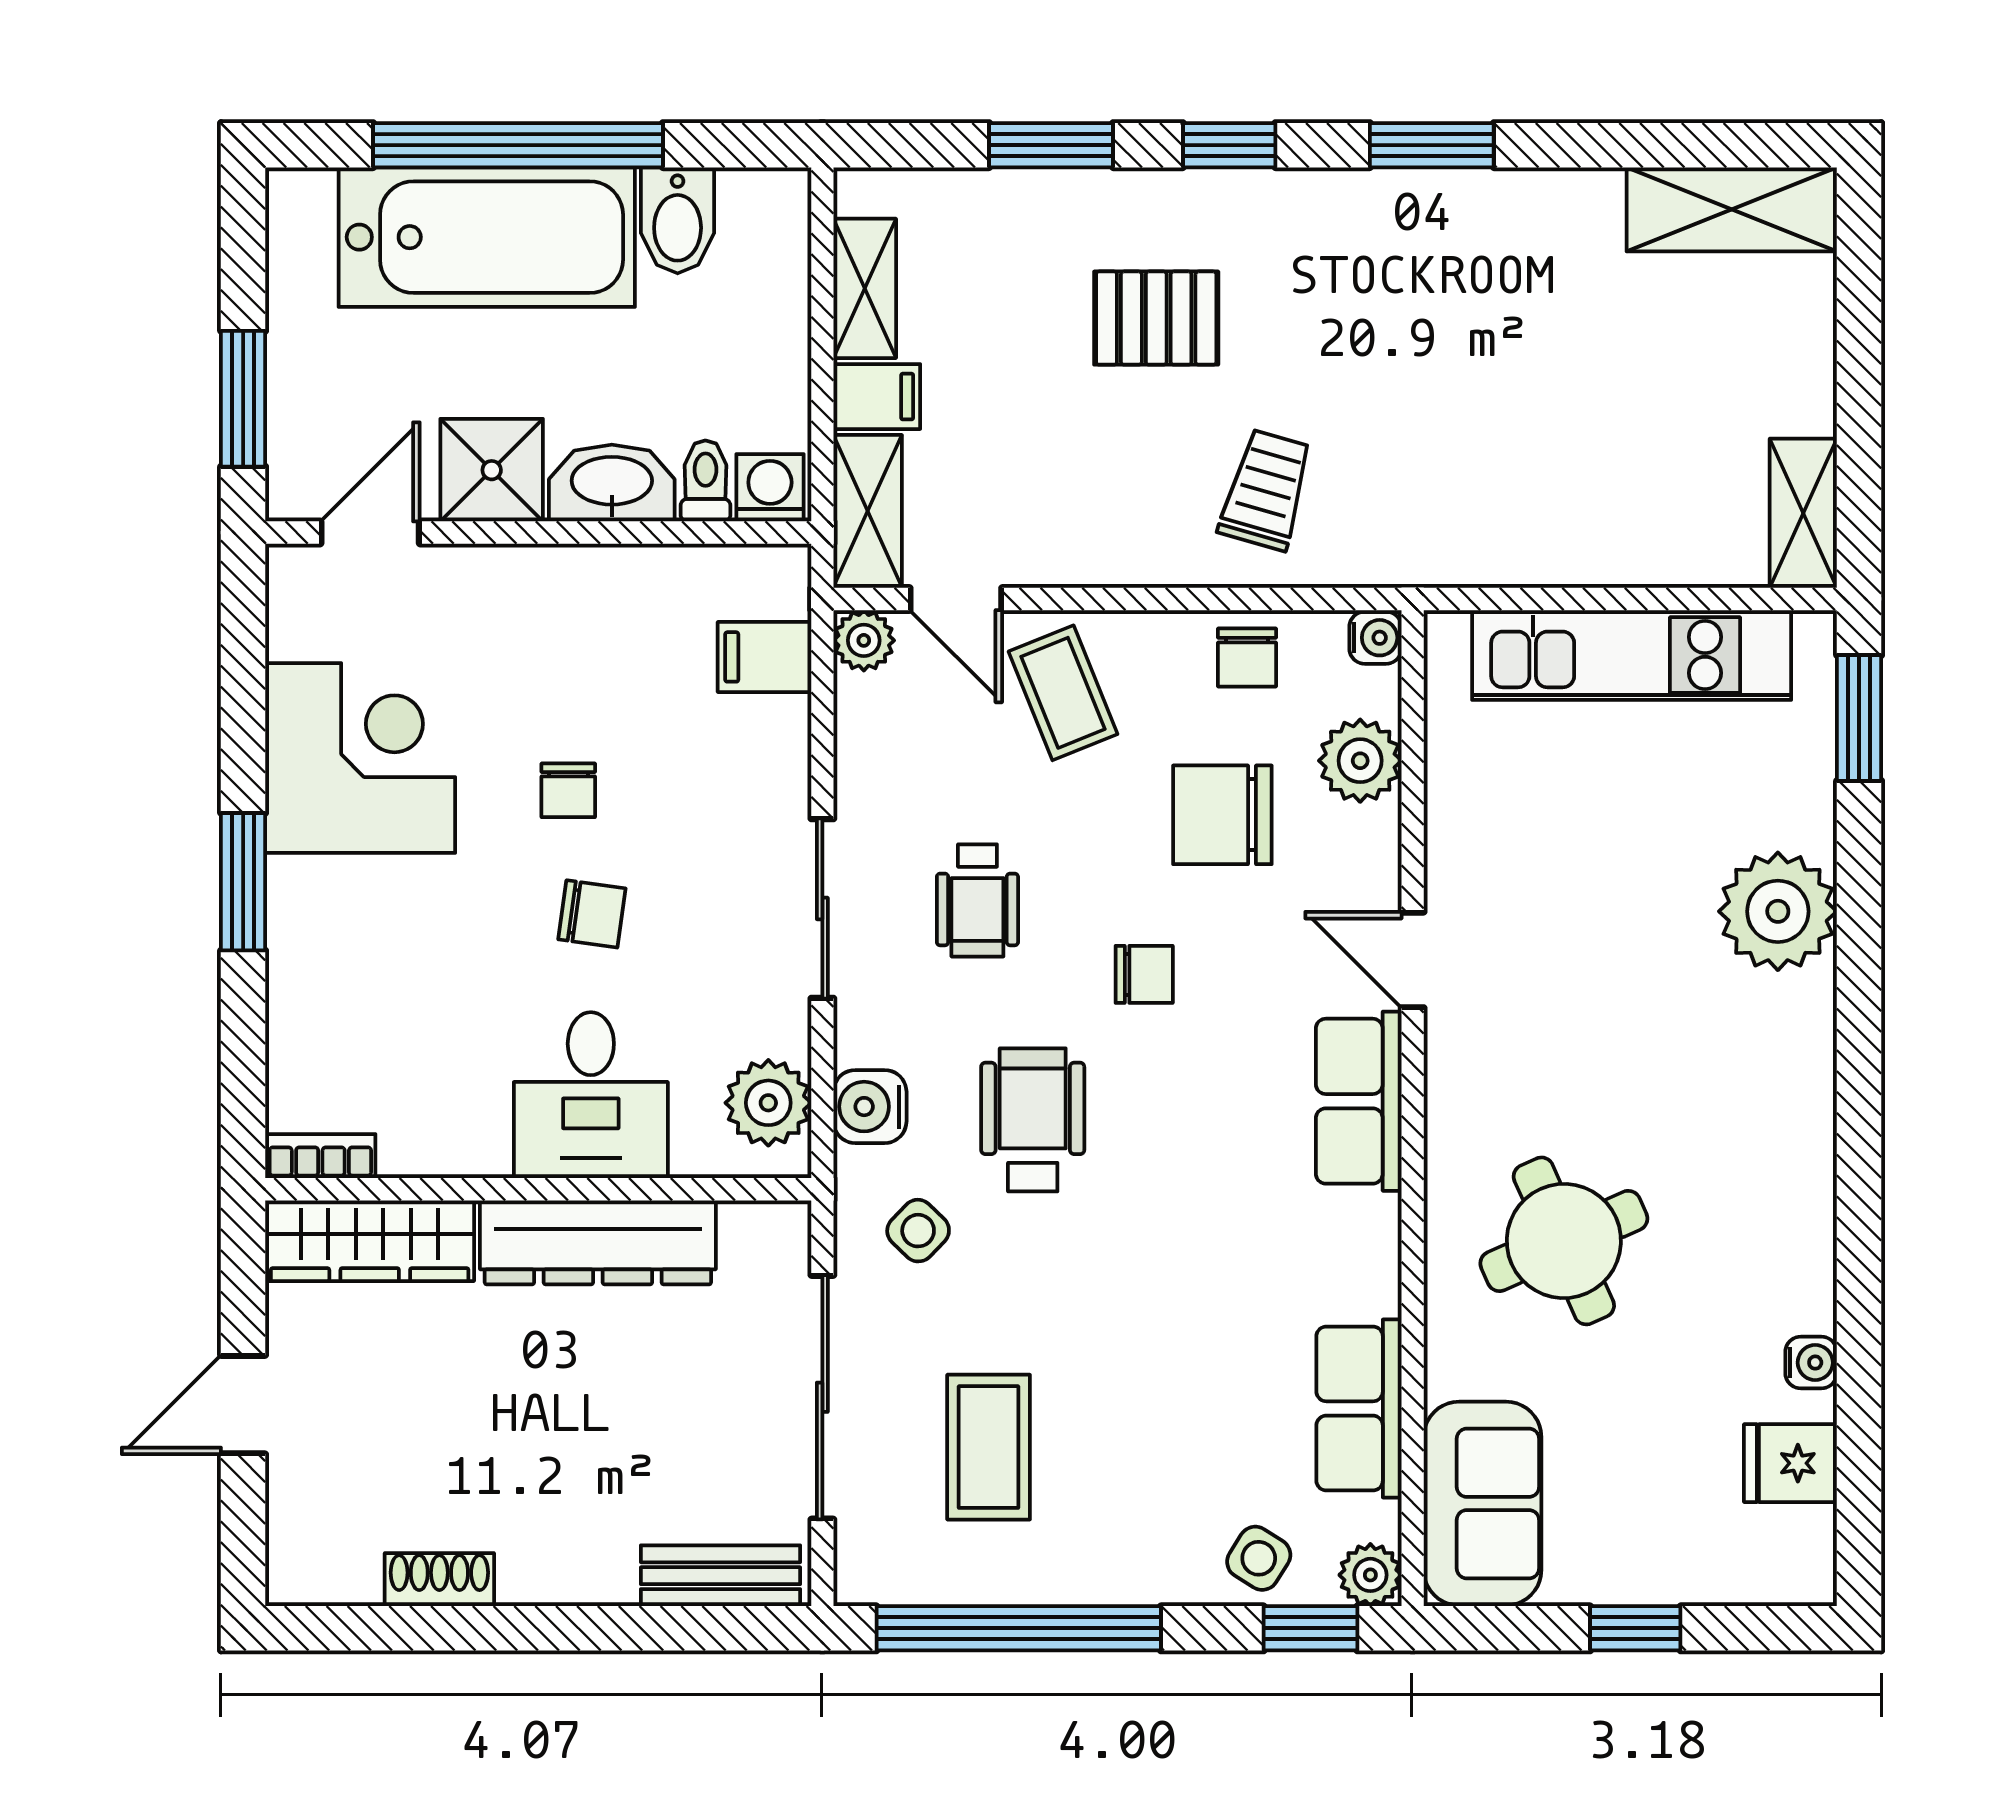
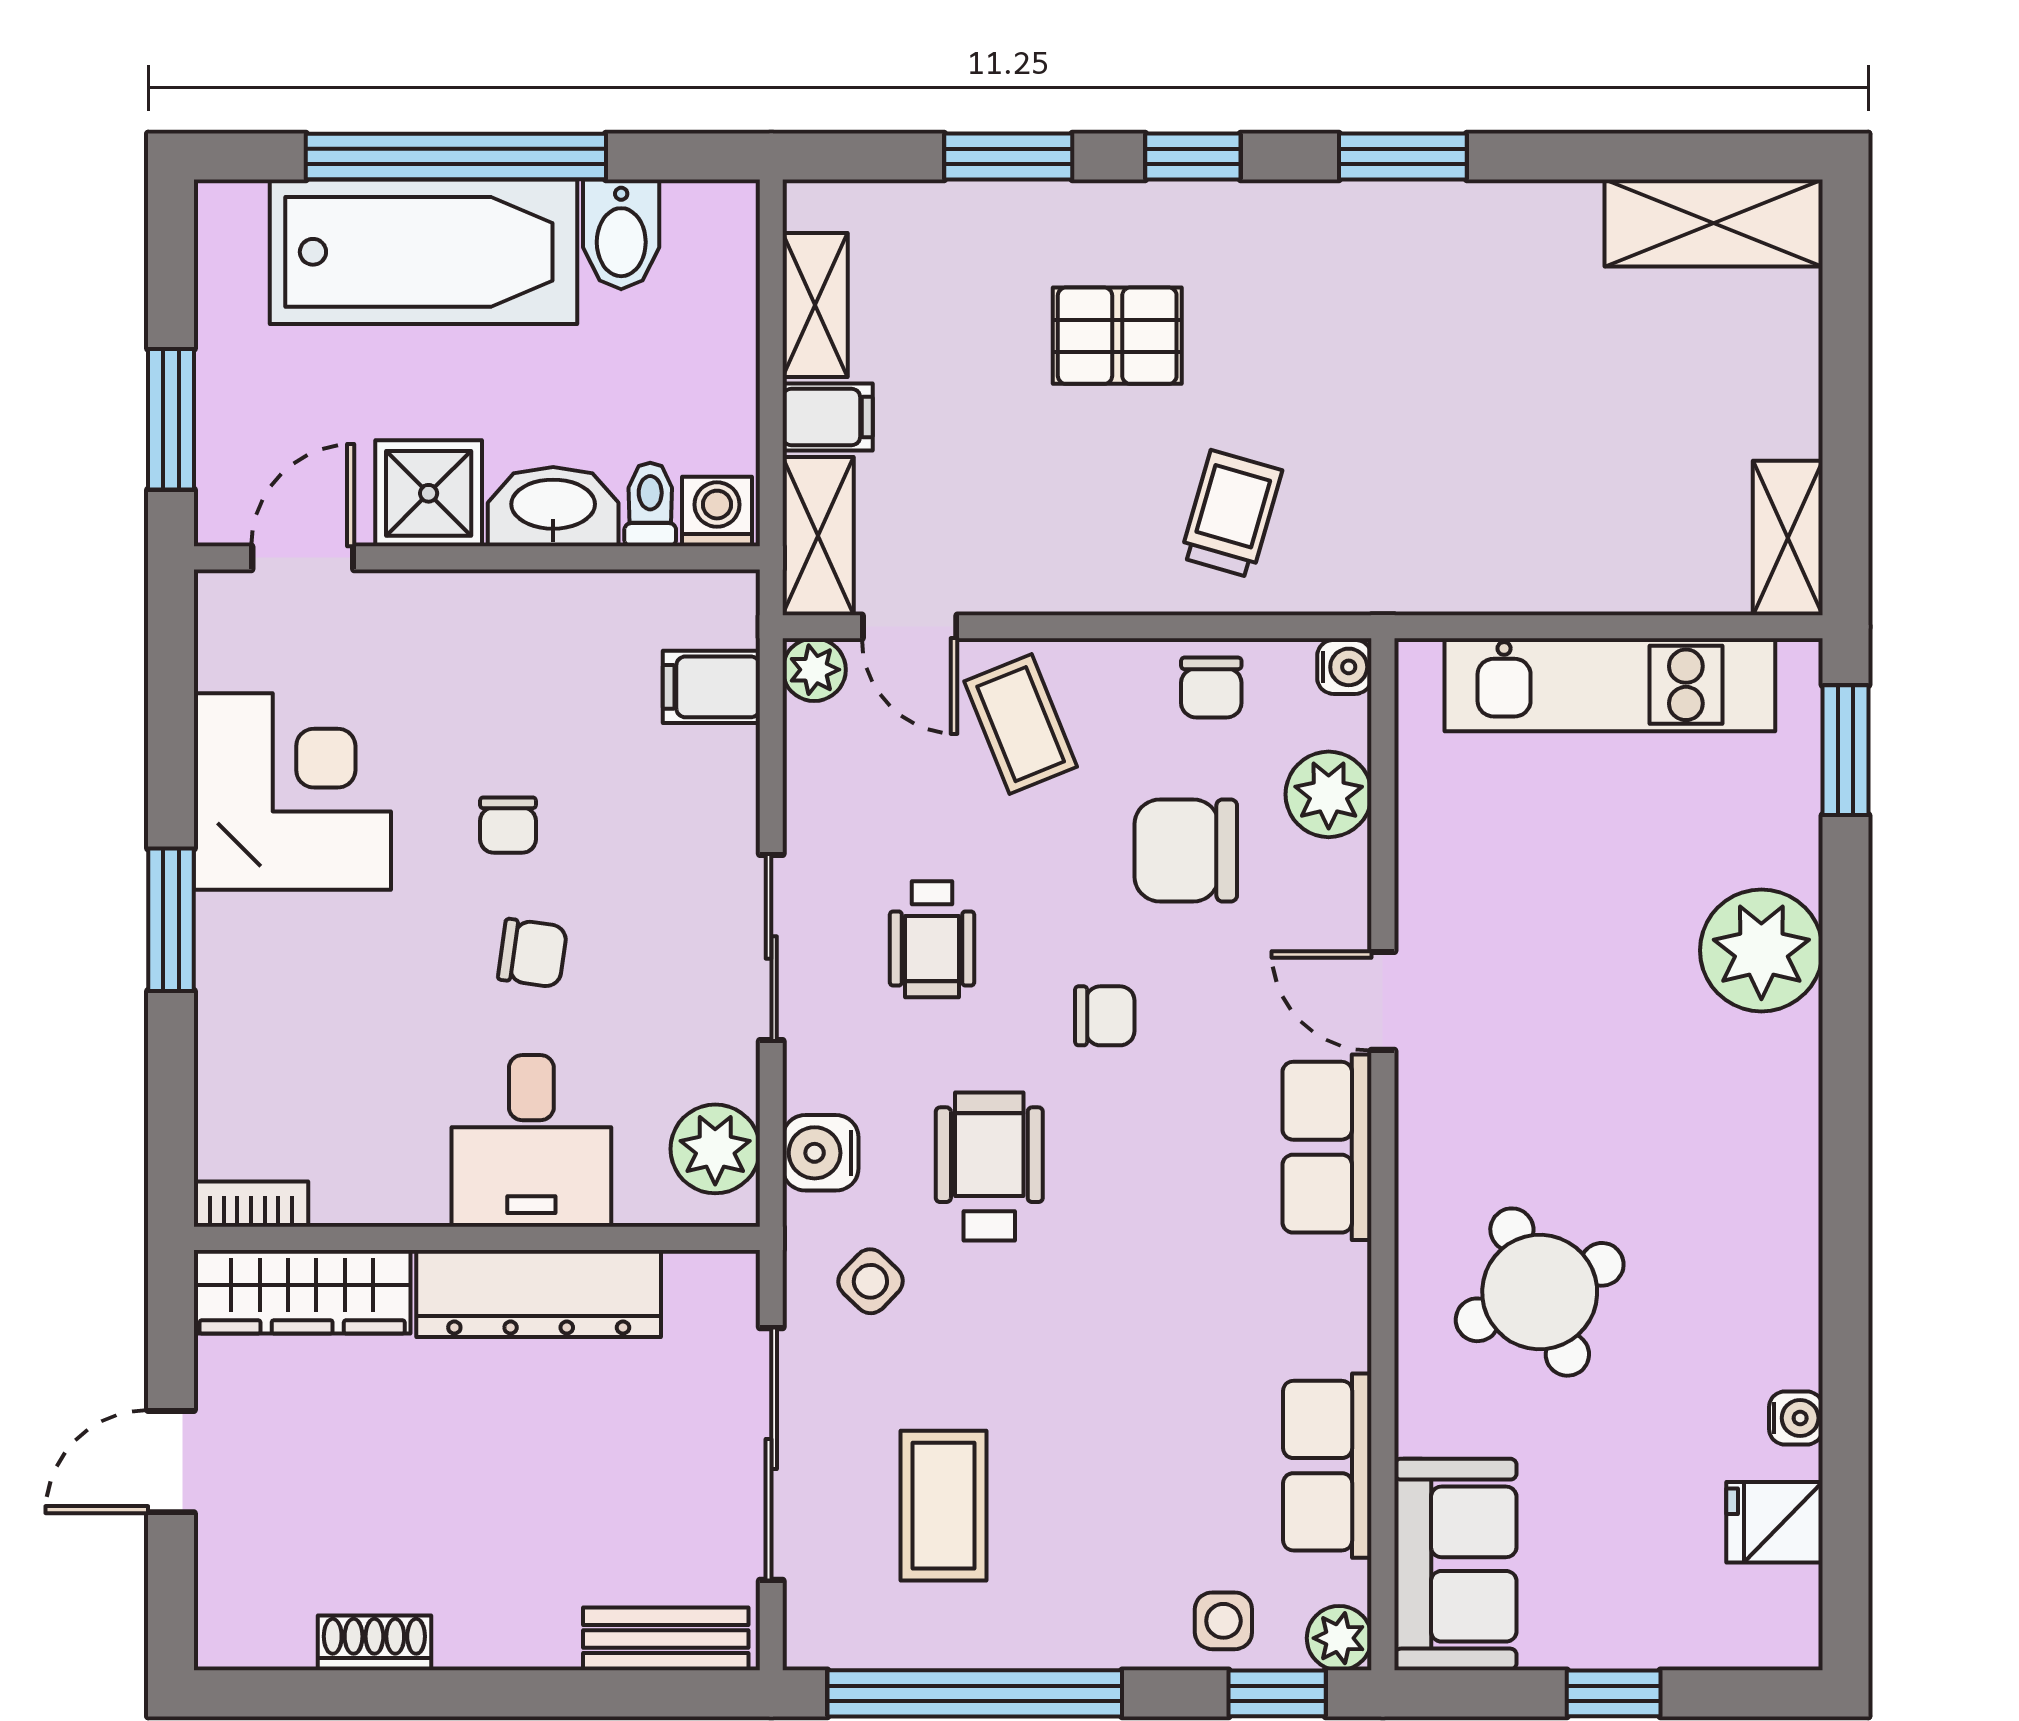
side table: (1259, 1558) -> (1223, 1621), turned -32

